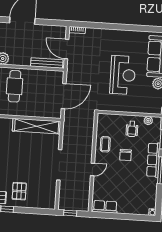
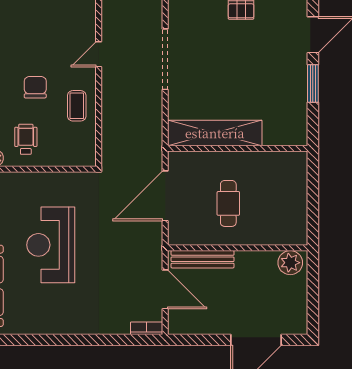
cafe table: (15, 86) -> (228, 203), moved, width x0.73, depth x0.74

